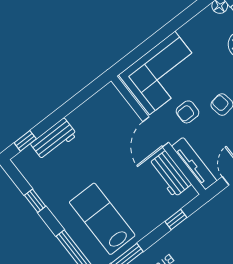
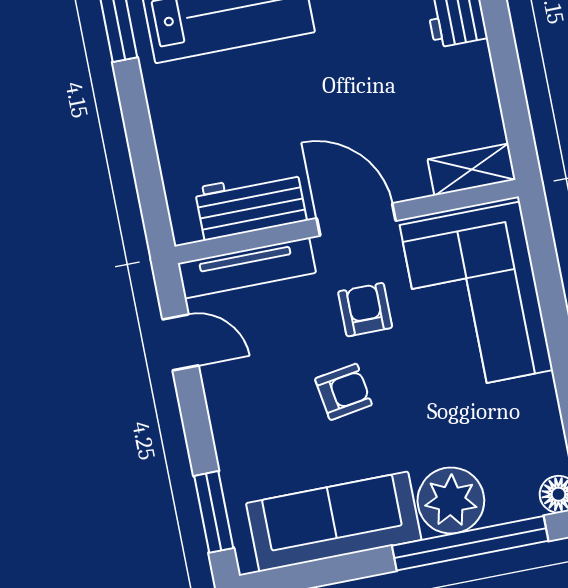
shelving: (116, 99) -> (472, 170), added
window: (176, 220) -> (146, 168), removed

